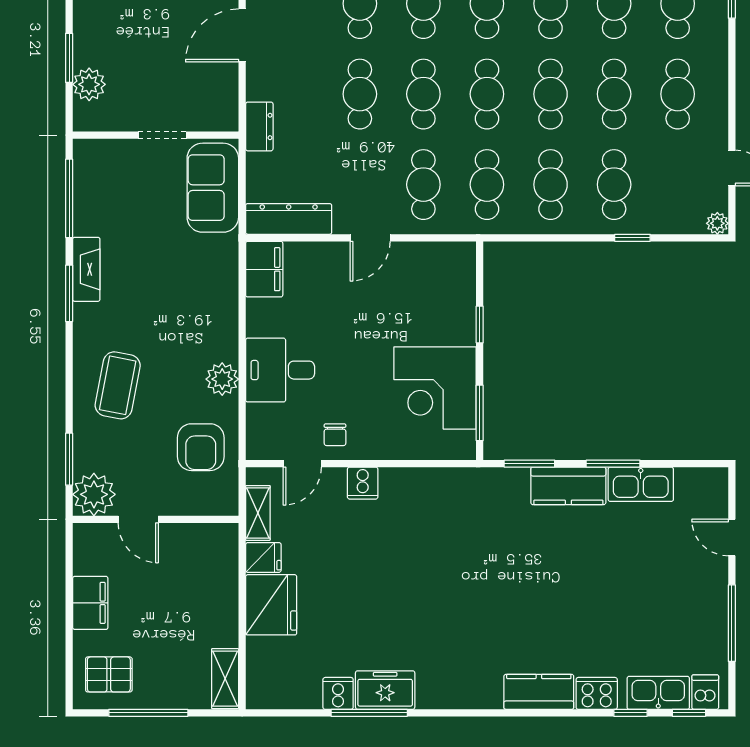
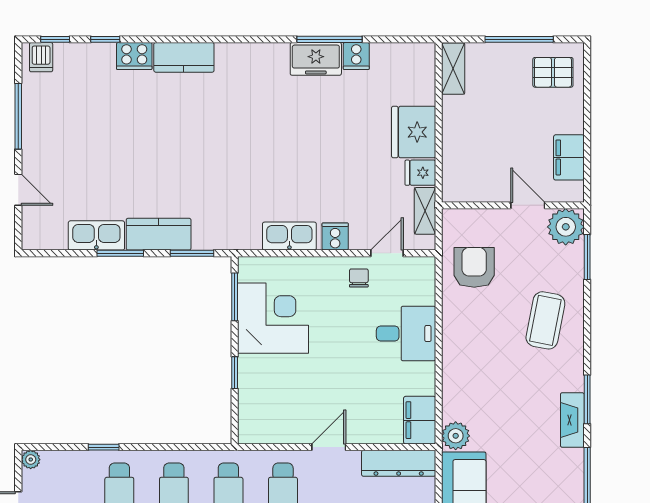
plant: (222, 379) -> (456, 436), moved
filing cabinet: (90, 603) -> (569, 157), moved
kitchen sink: (658, 693) -> (289, 236), moved, turned 180

